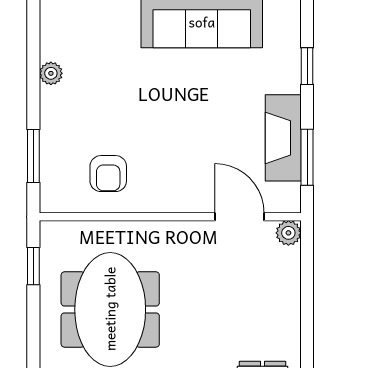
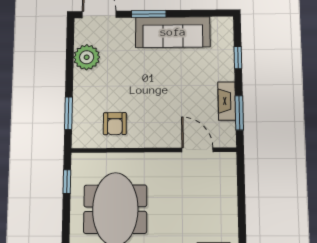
plant: (51, 73) -> (87, 57), width x1.87, depth x1.87
fireplace: (283, 138) -> (227, 101), width x0.73, depth x0.76
plant: (288, 233) -> (229, 160), removed

